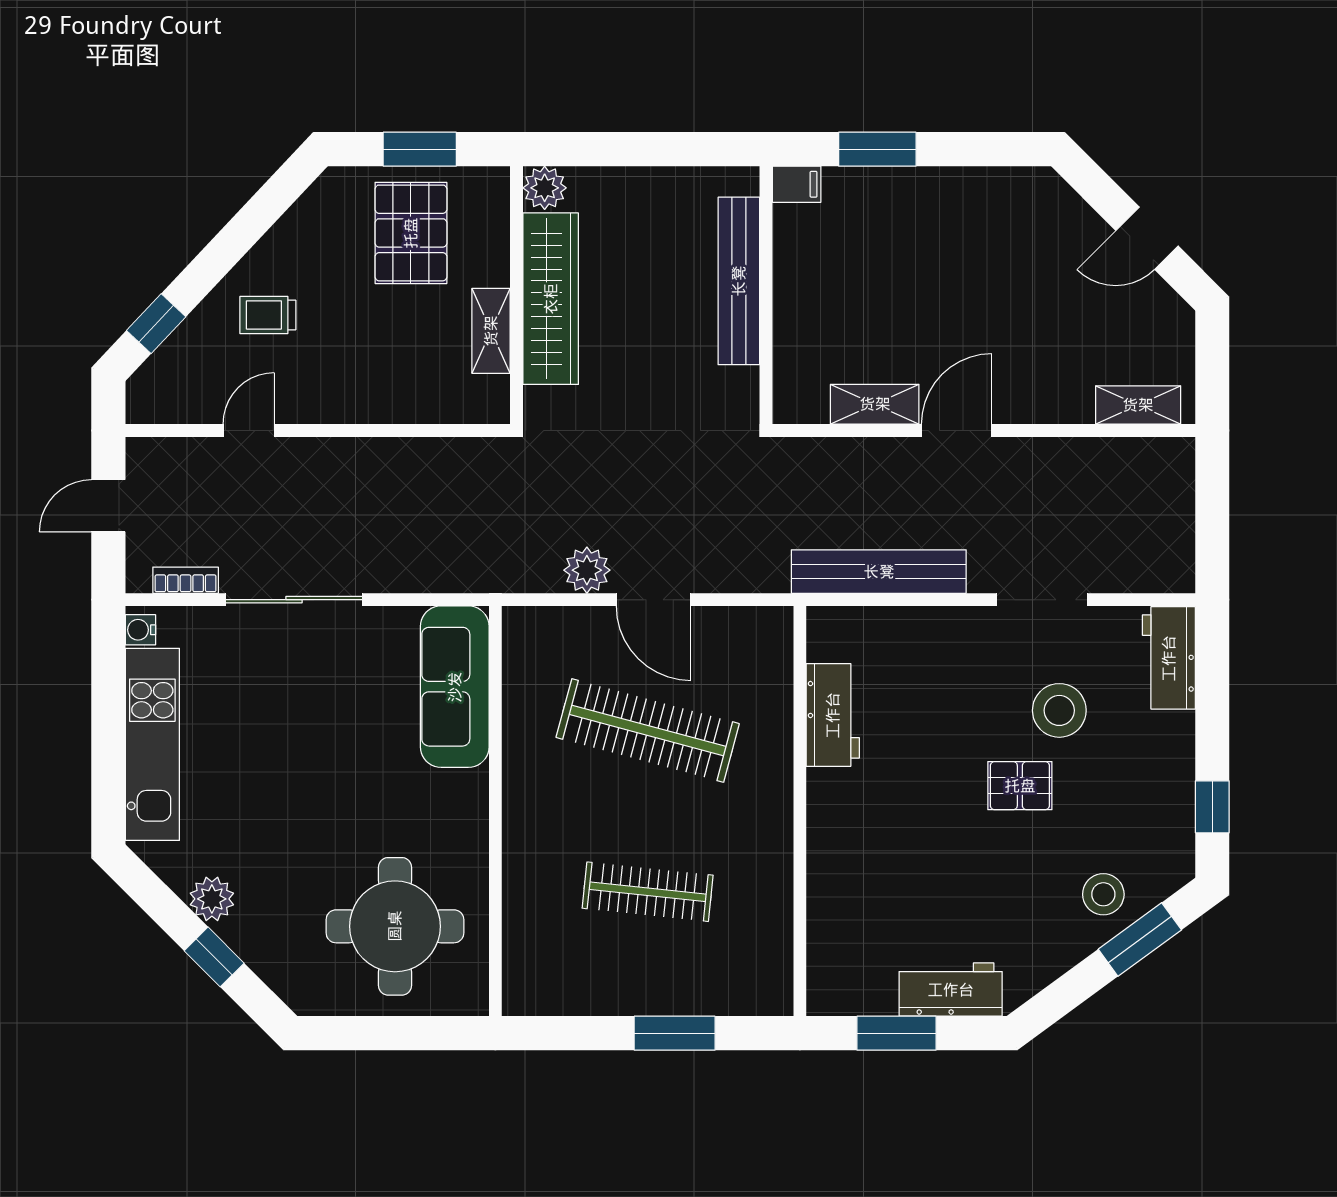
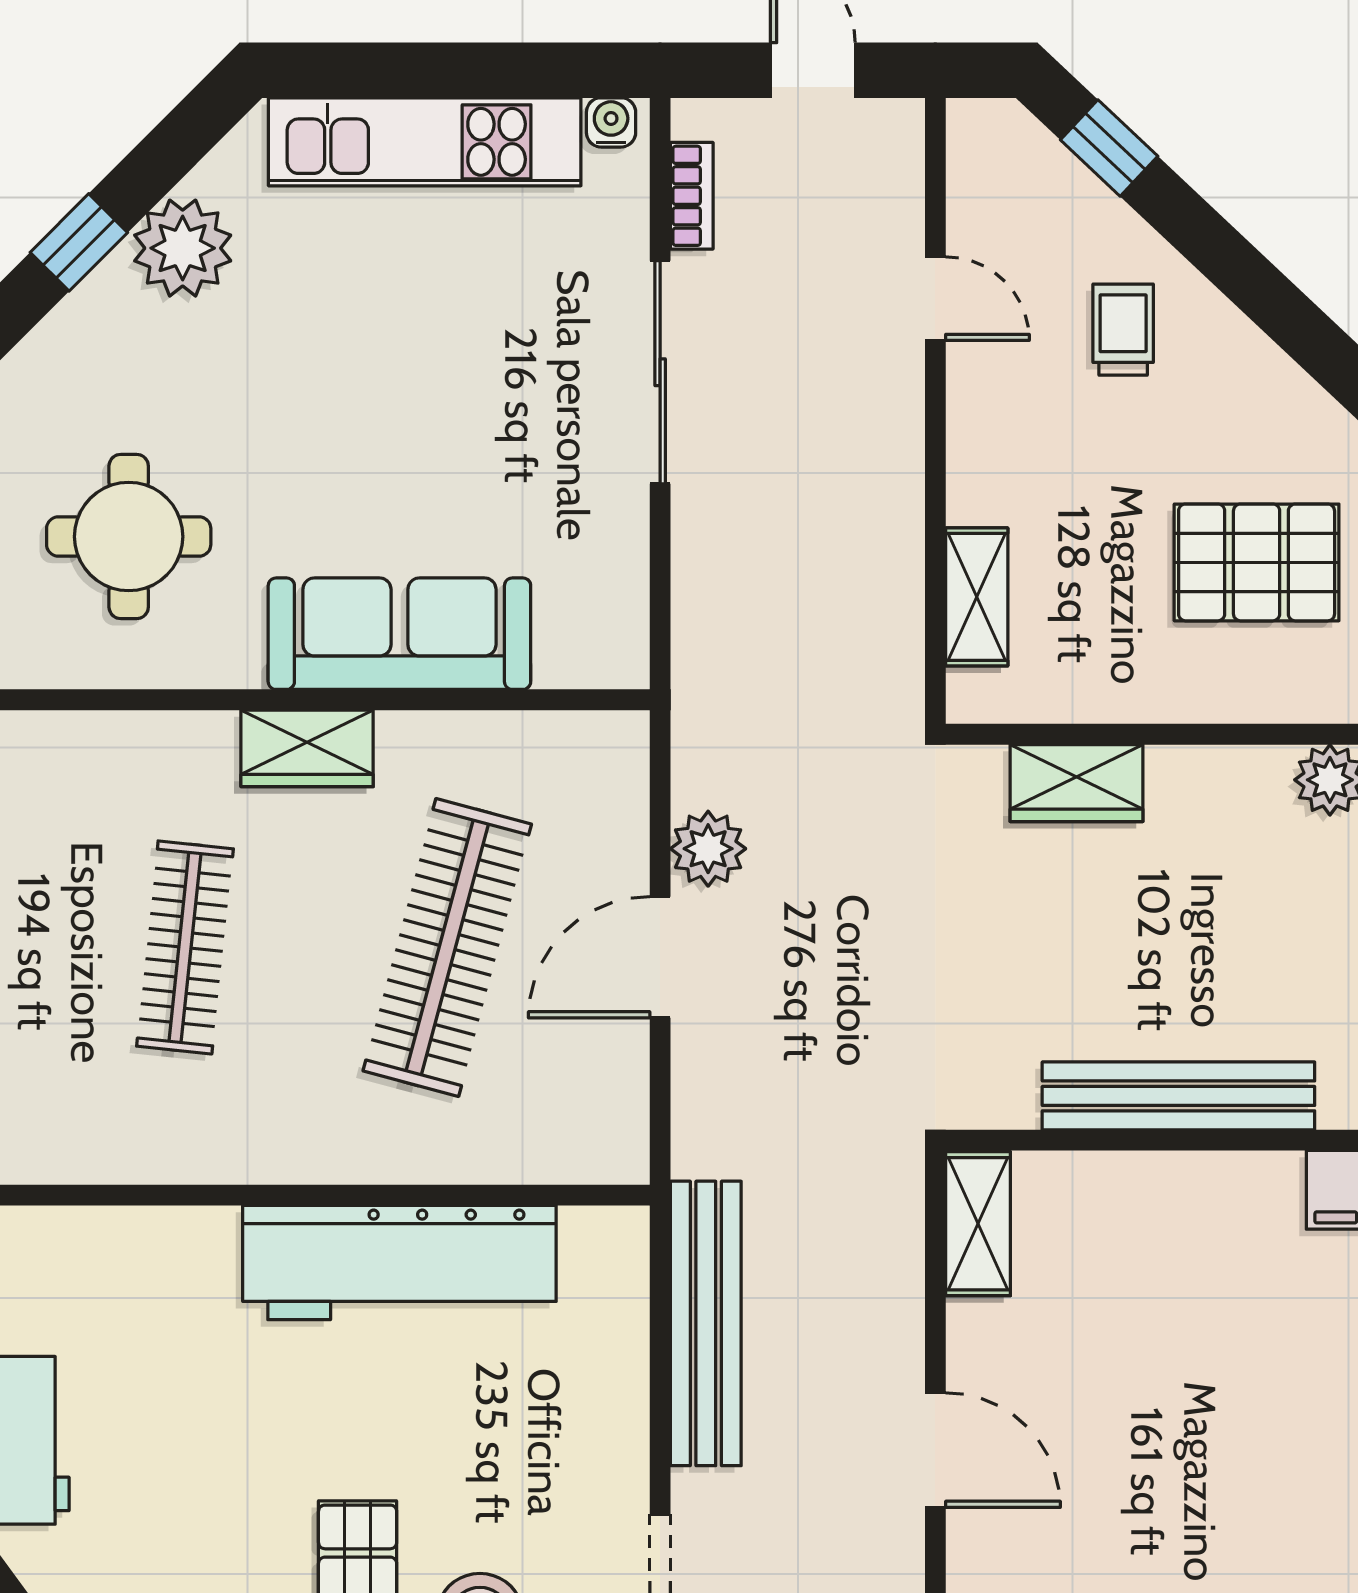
wardrobe: (551, 299) -> (1077, 783), width x0.48, depth x0.85
shelving: (491, 331) -> (977, 597), moved, turned 90
shelving: (875, 404) -> (978, 1224), moved
sofa: (455, 687) -> (399, 634), moved
workbench: (833, 715) -> (399, 1263), width x1.88, depth x1.32
wardrobe: (525, 817) -> (307, 748), added
plant: (212, 899) -> (183, 248), width x1.36, depth x1.36
round table: (395, 926) -> (129, 537), width x0.73, depth x0.73

